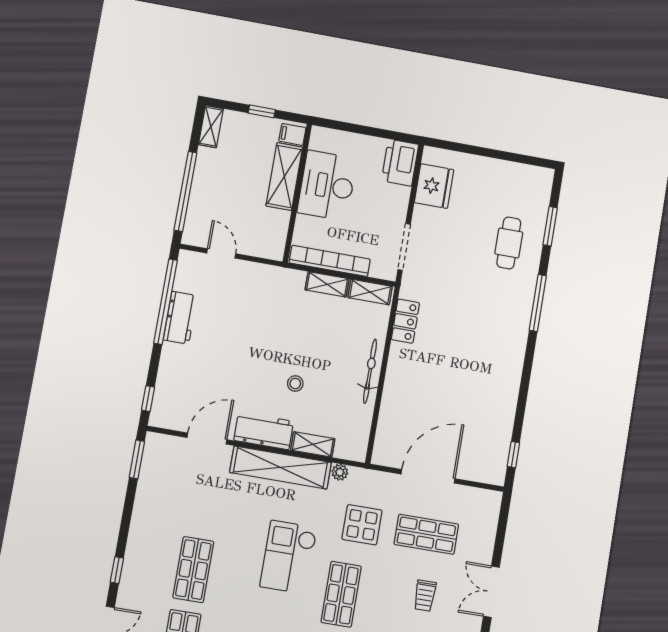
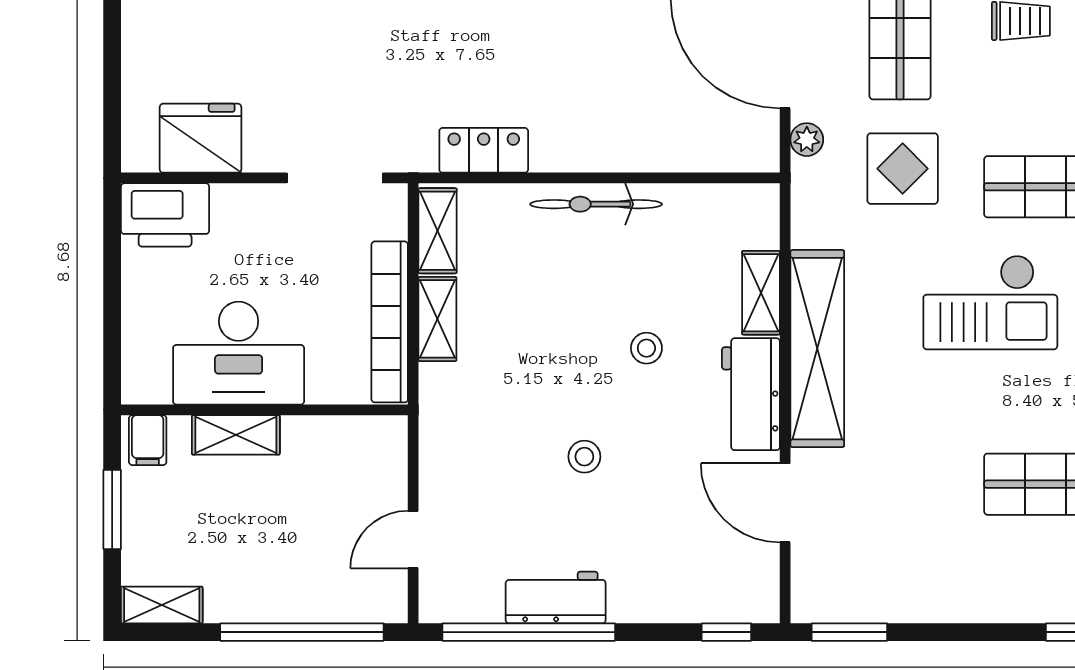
window: (262, 111) -> (112, 510), width x1.50
shelving: (284, 177) -> (236, 435), width x0.67, depth x0.75
stool: (247, 344) -> (584, 457), added
plant: (340, 472) -> (807, 140), moved

